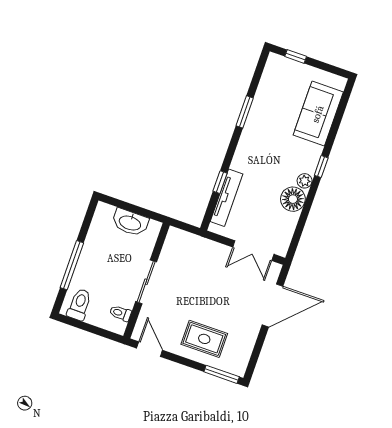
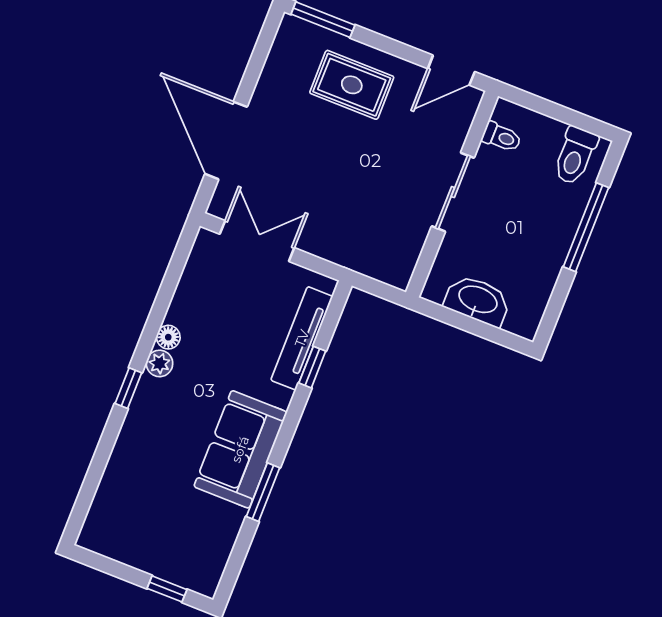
sofa: (318, 114) -> (240, 449), moved, turned 180
floor lamp: (293, 199) -> (168, 337), width x0.53, depth x0.53
door: (273, 306) -> (226, 140), hinge flipped
door: (150, 349) -> (451, 70), hinge flipped

